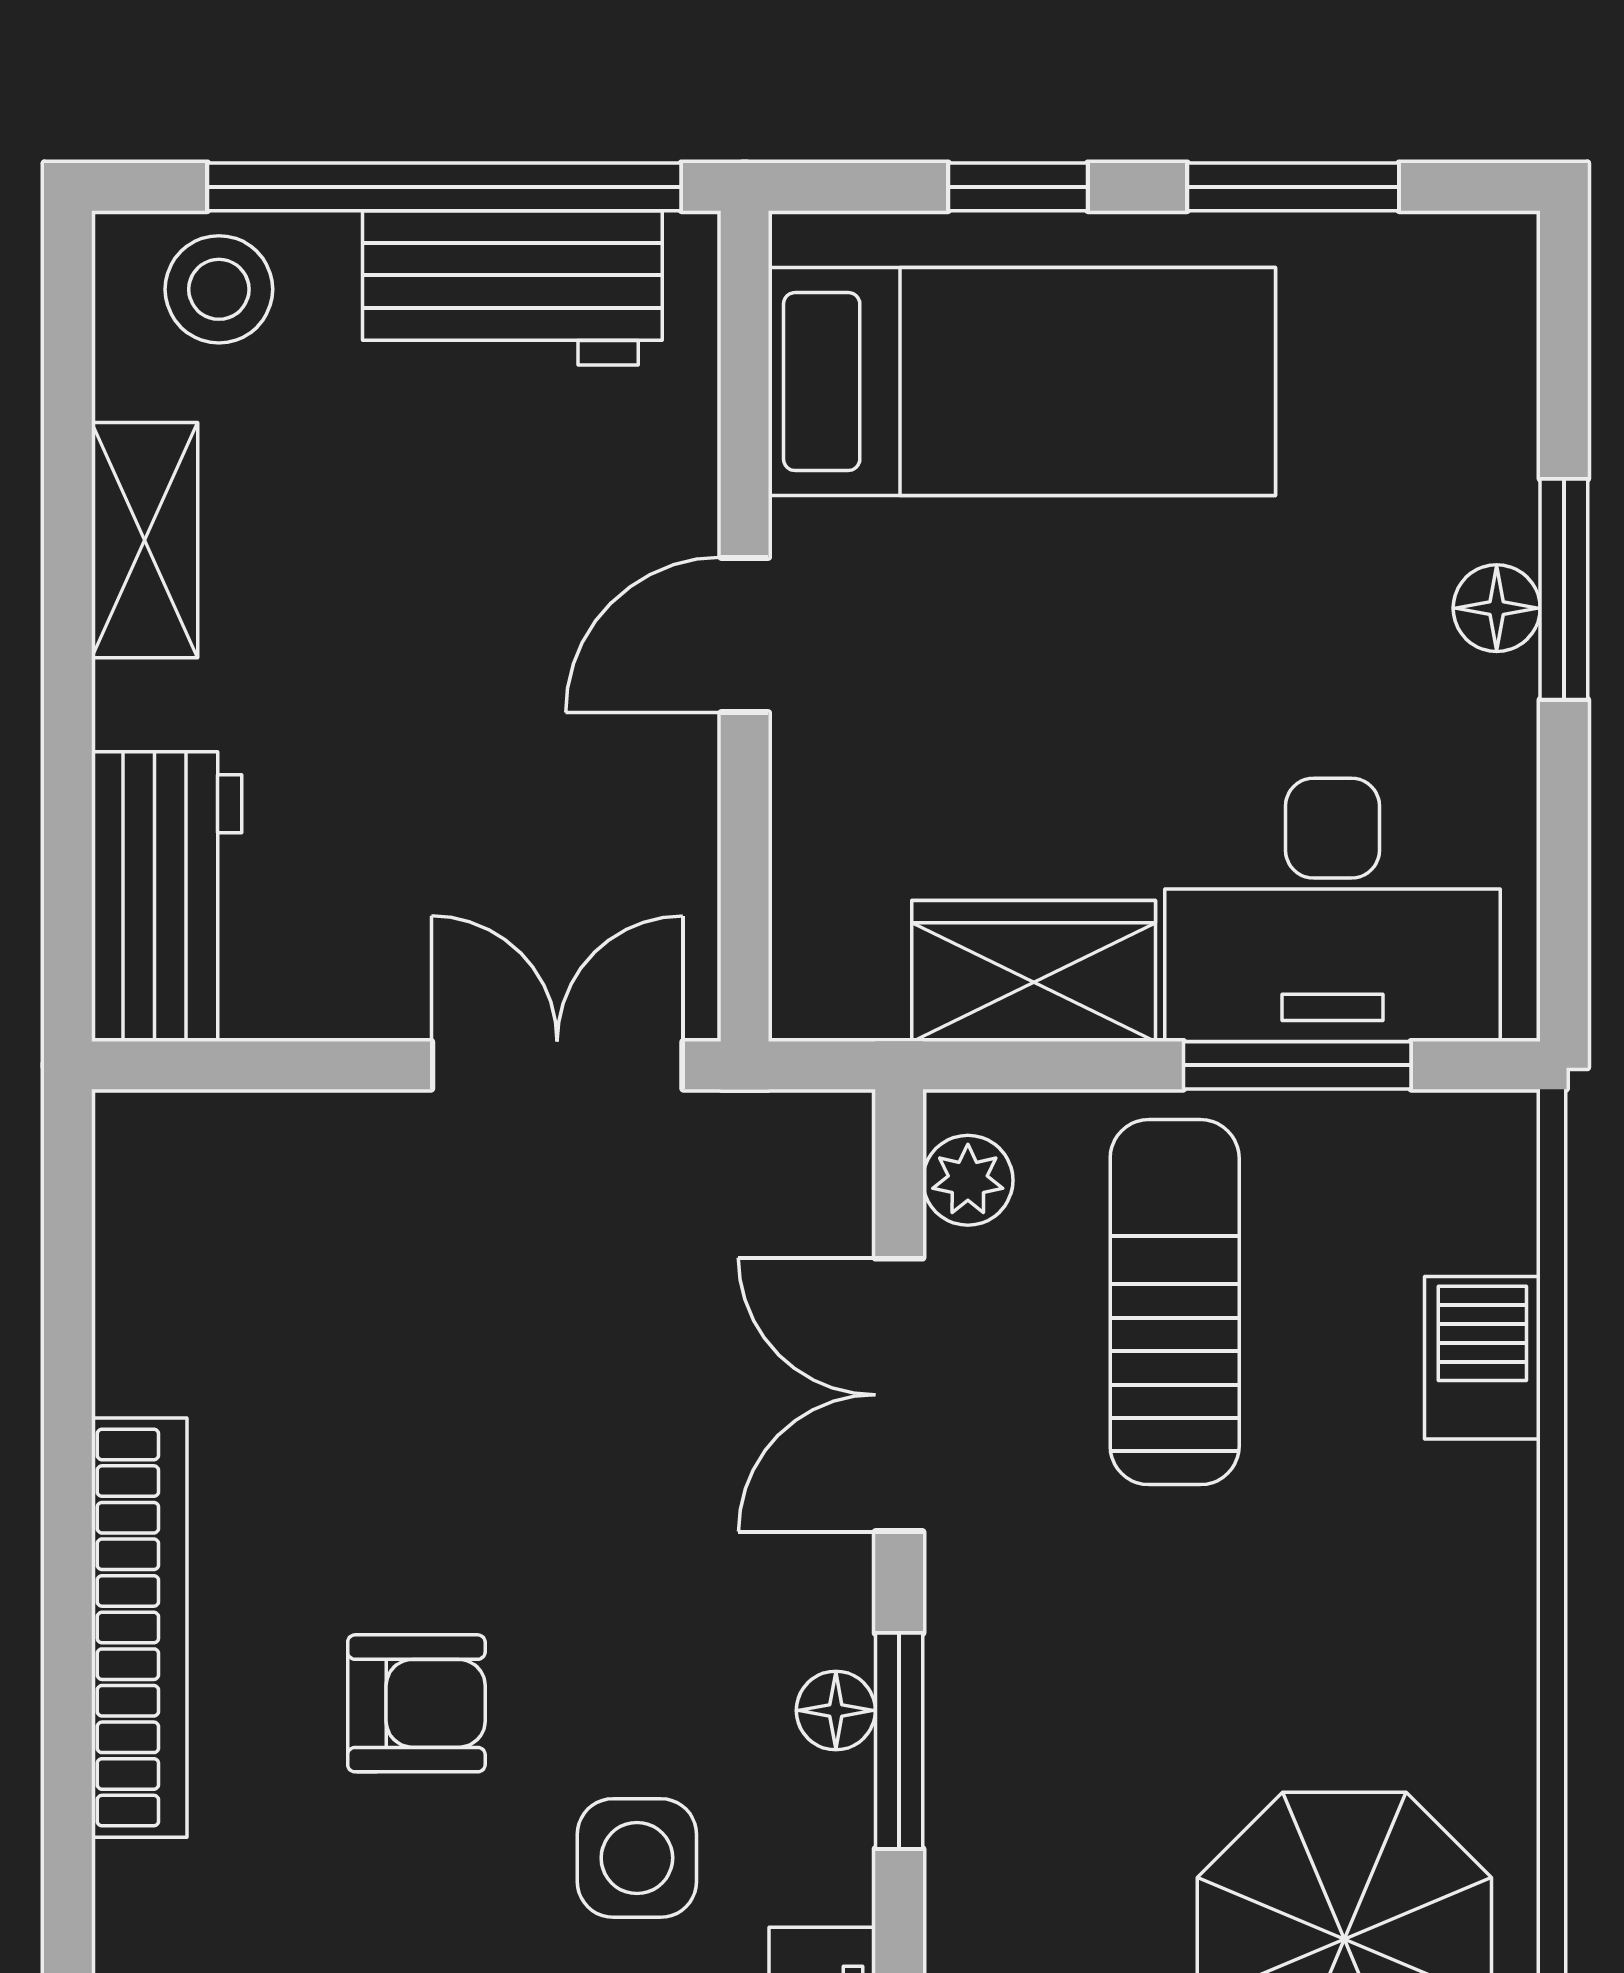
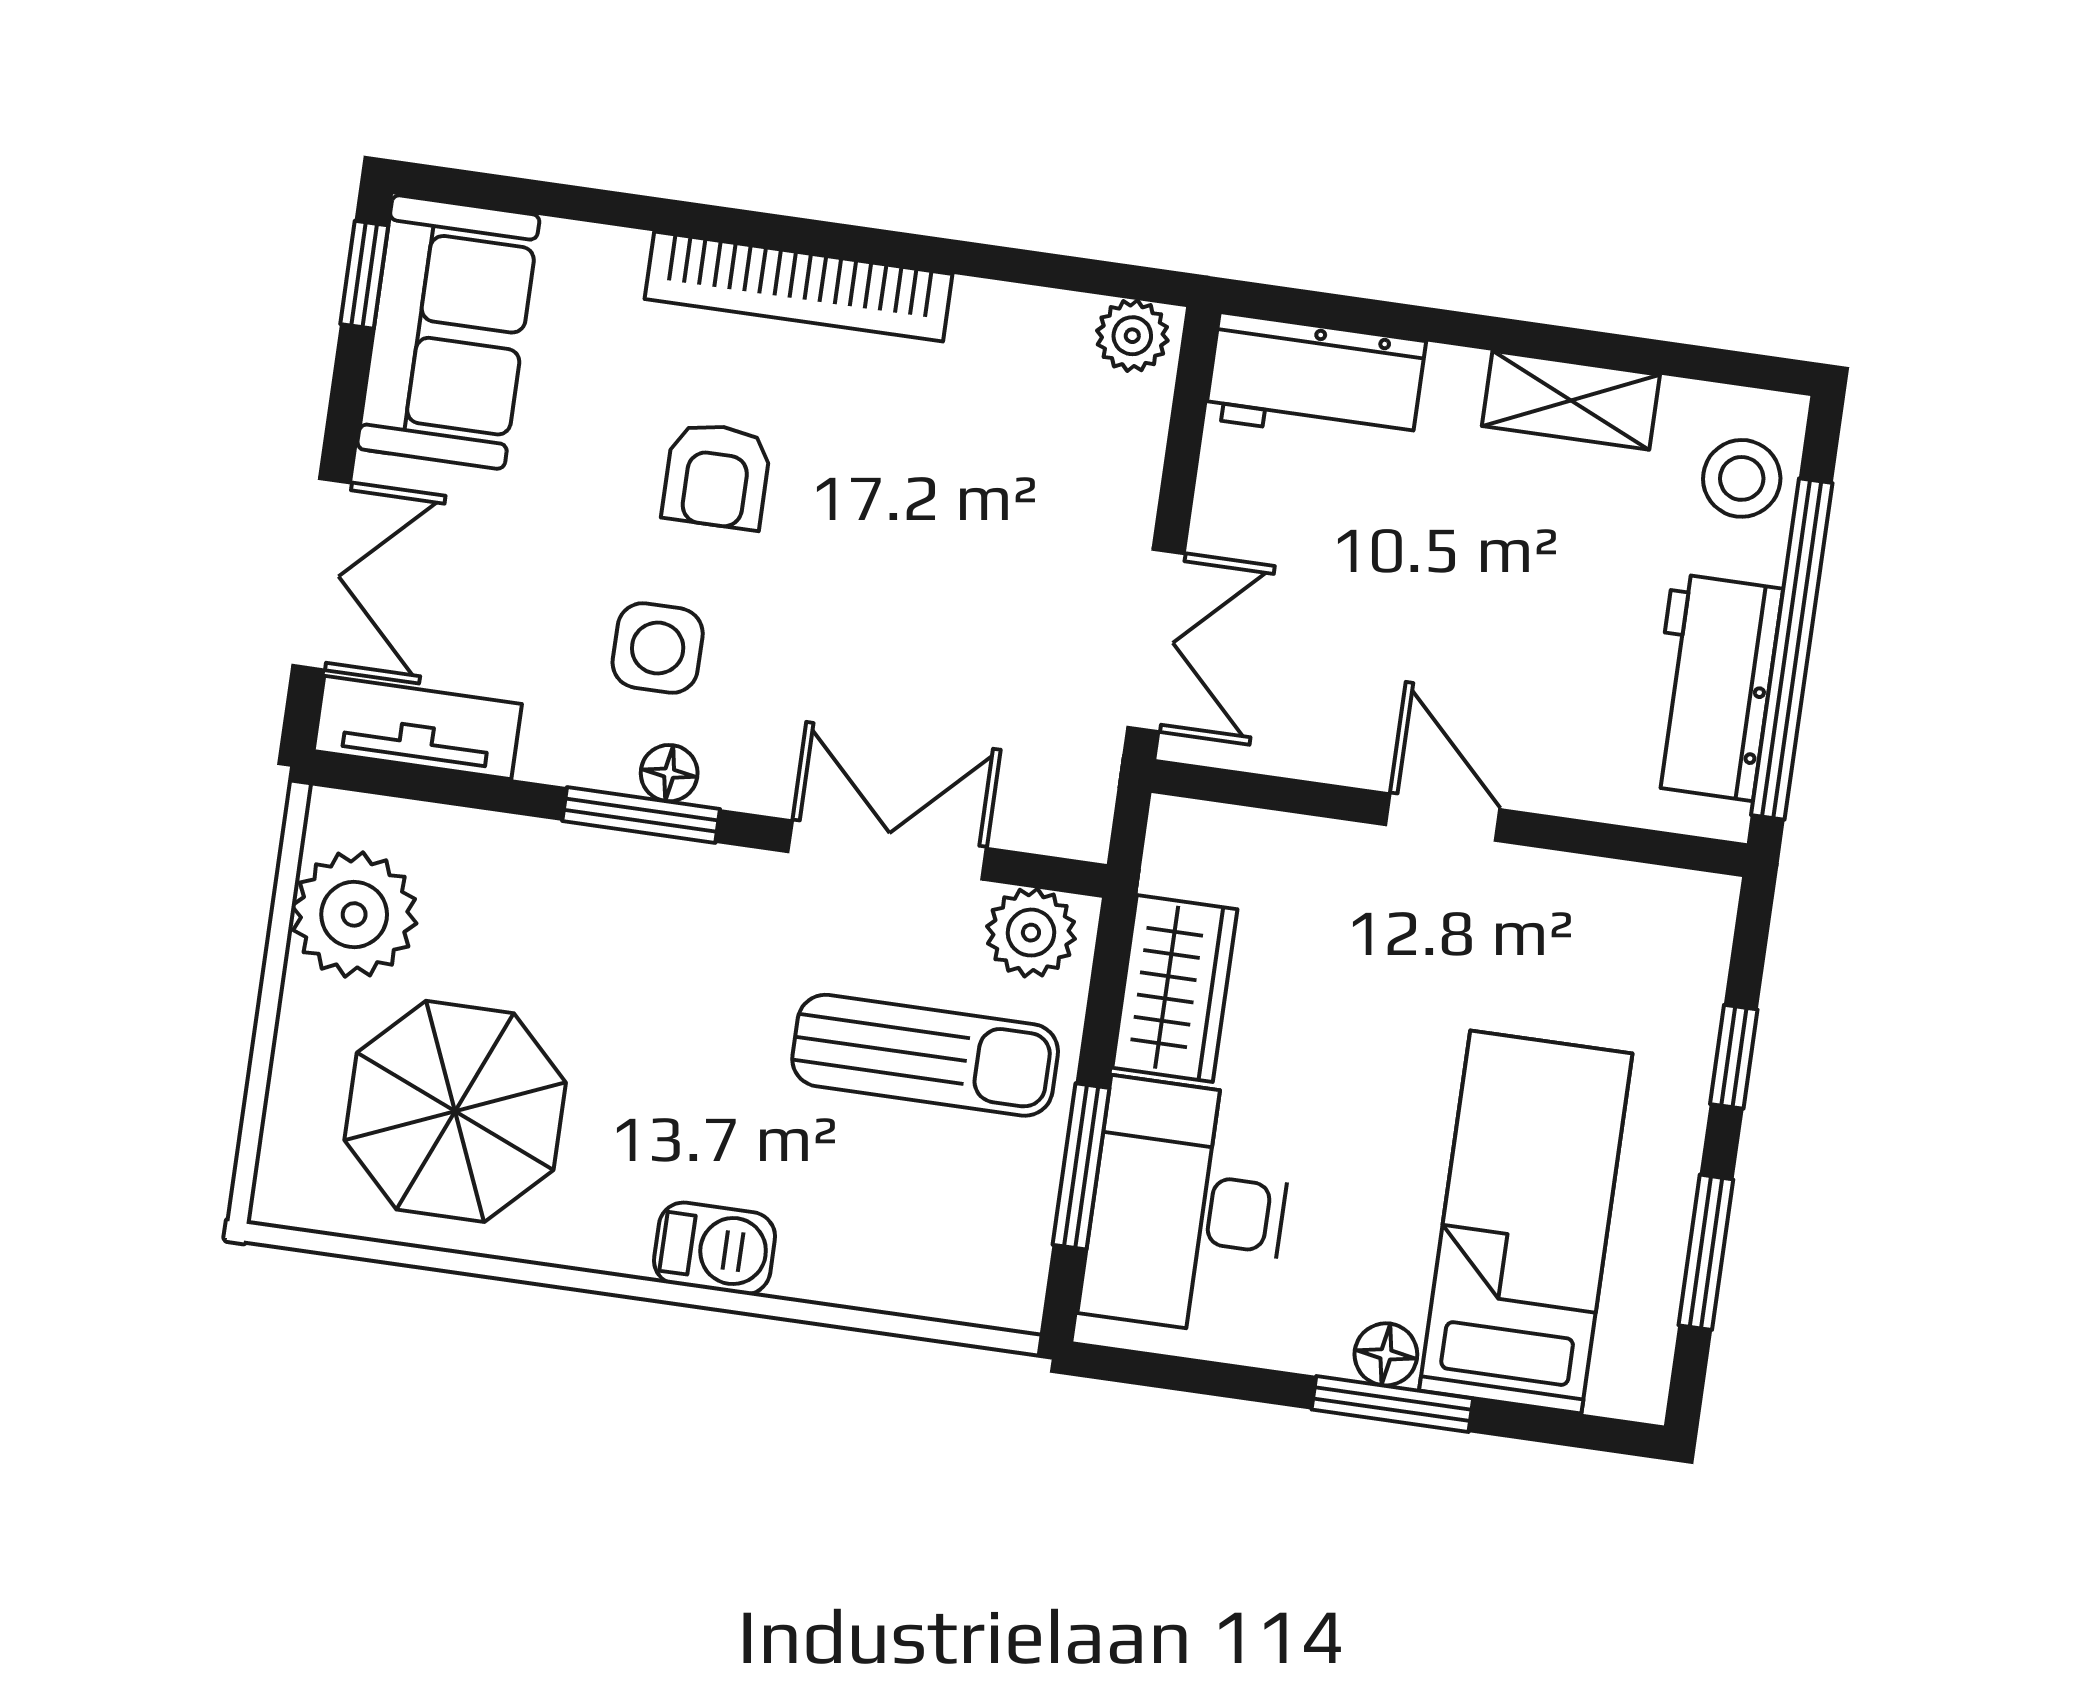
bed: (1022, 382) -> (1526, 1222), moved, turned 180
plant: (142, 1158) -> (1132, 336), added
plant: (968, 1180) -> (1031, 933), width x1.38, depth x1.38
barbecue: (1482, 1358) -> (715, 1248), moved
side table: (637, 1858) -> (658, 648), moved

